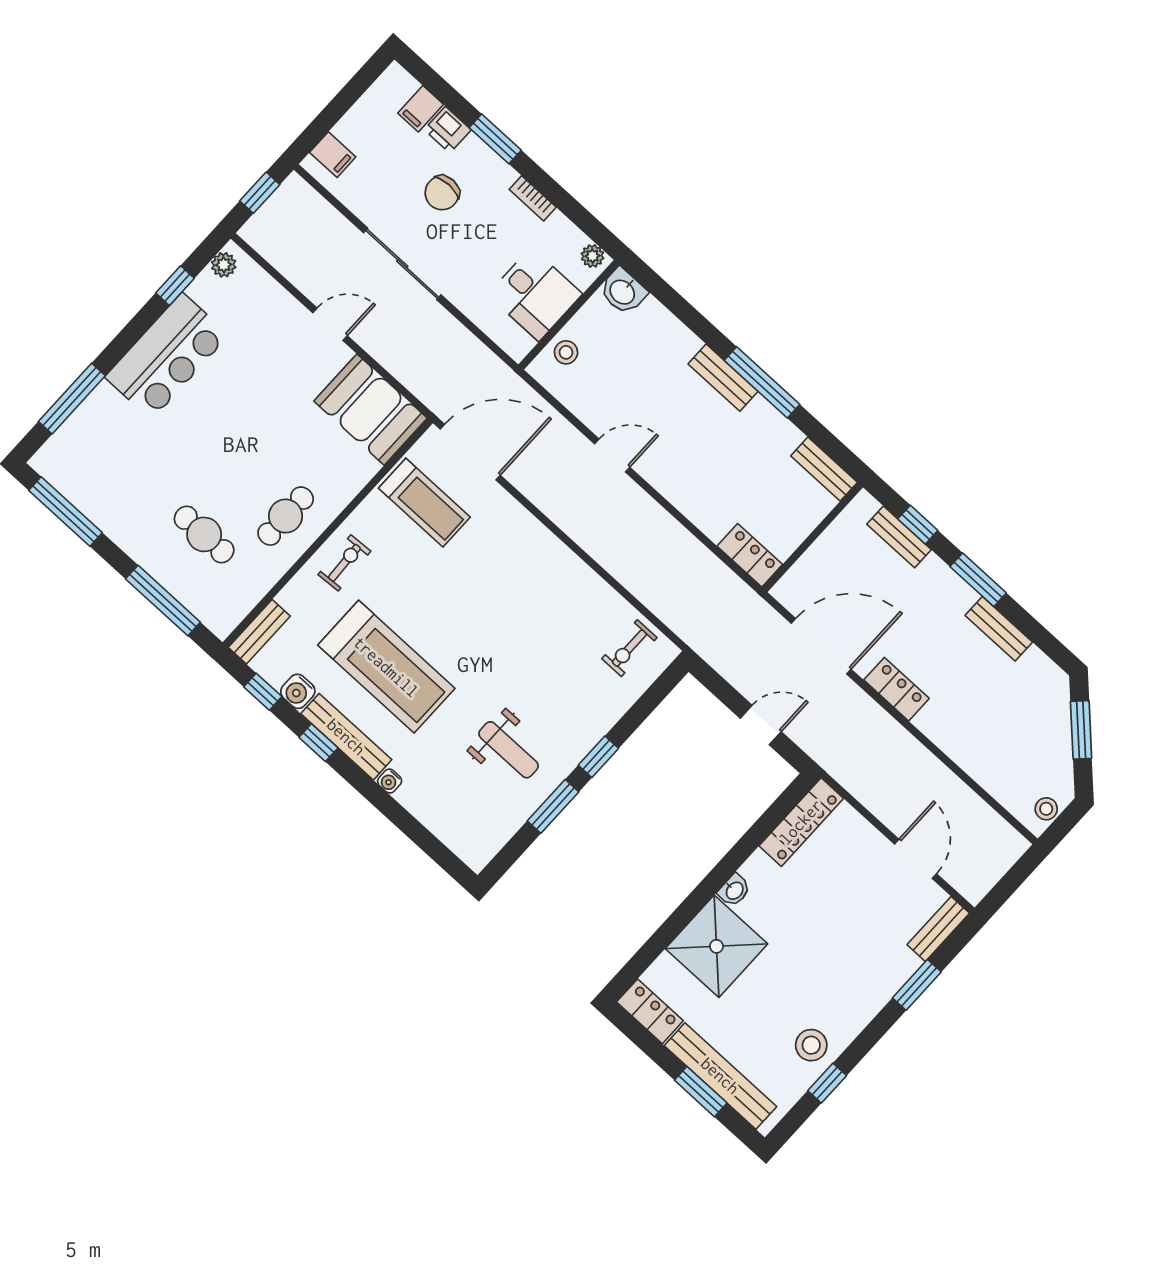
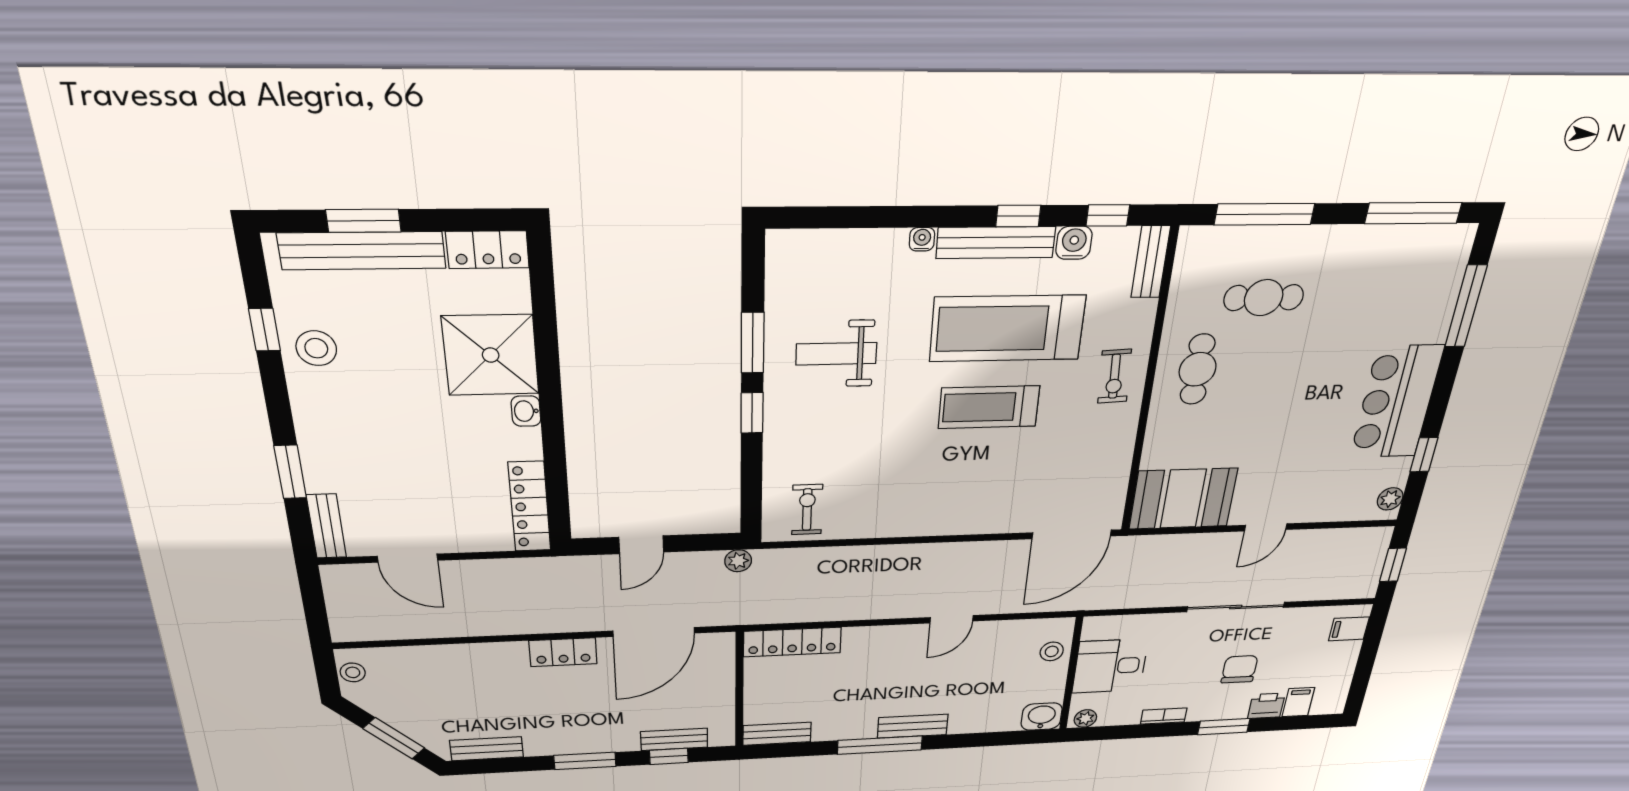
treadmill: (424, 503) -> (989, 407), moved
locker: (750, 555) -> (792, 642), width x1.53
bench: (999, 629) -> (487, 749), moved
plant: (711, 651) -> (738, 561), added

